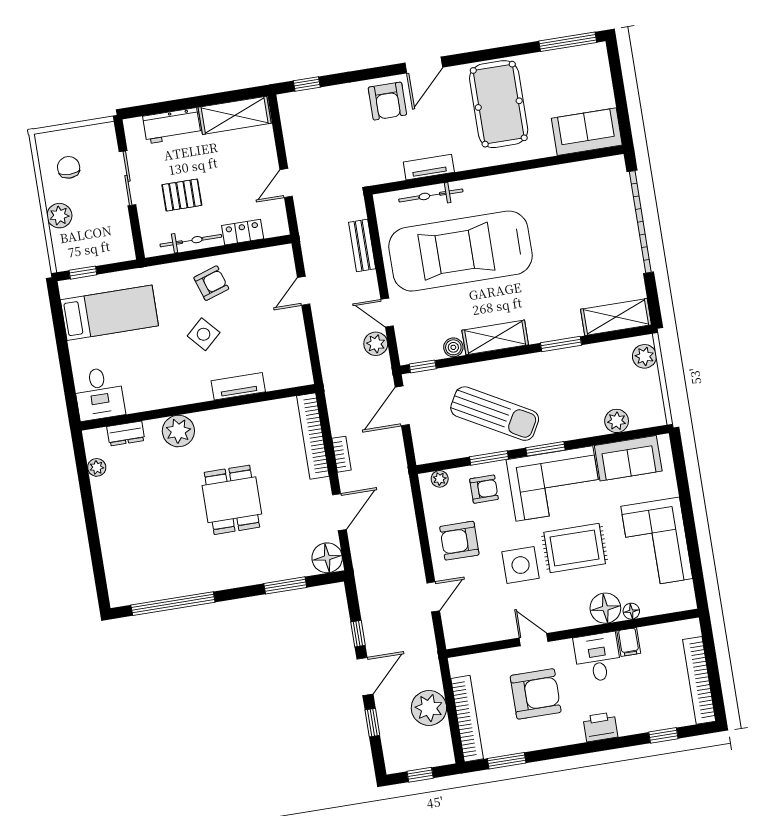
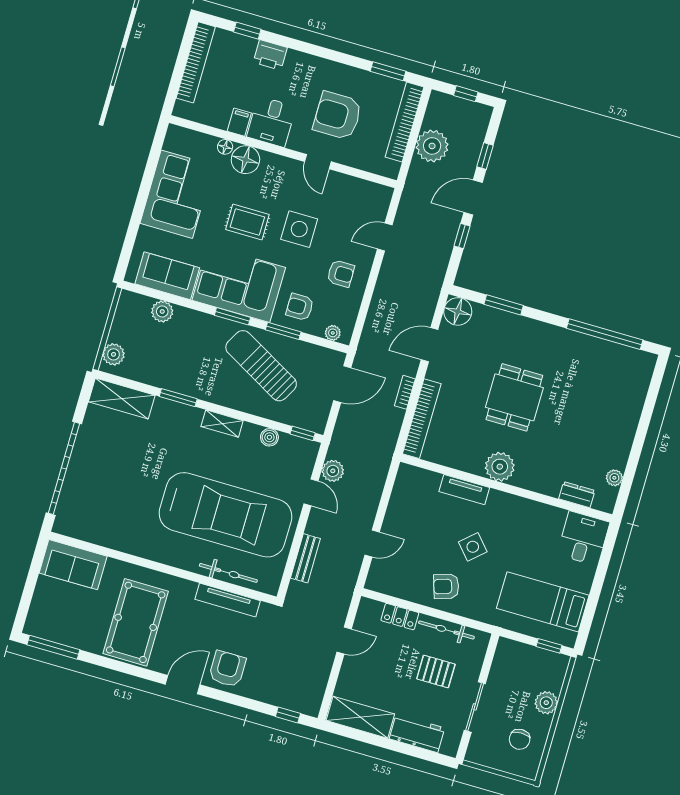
tv unit: (429, 167) -> (228, 600), width x1.41
shelving: (495, 337) -> (222, 424), width x0.67, depth x0.75
door: (402, 406) -> (342, 384), moved
plant: (178, 431) -> (500, 467), moved
armchair: (459, 541) -> (341, 274), width x0.72, depth x0.72
rug: (575, 548) -> (247, 222), width x0.73, depth x0.70
printer: (600, 727) -> (270, 55), moved

